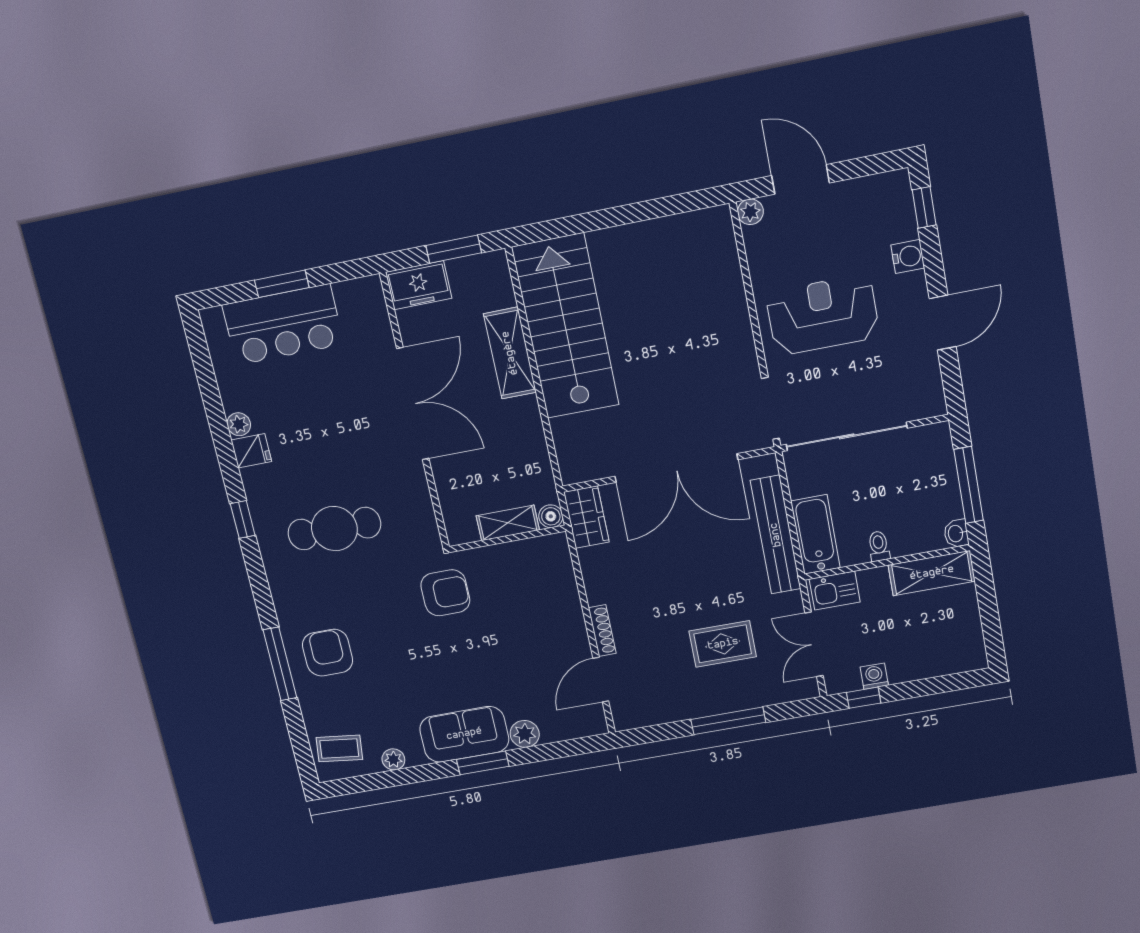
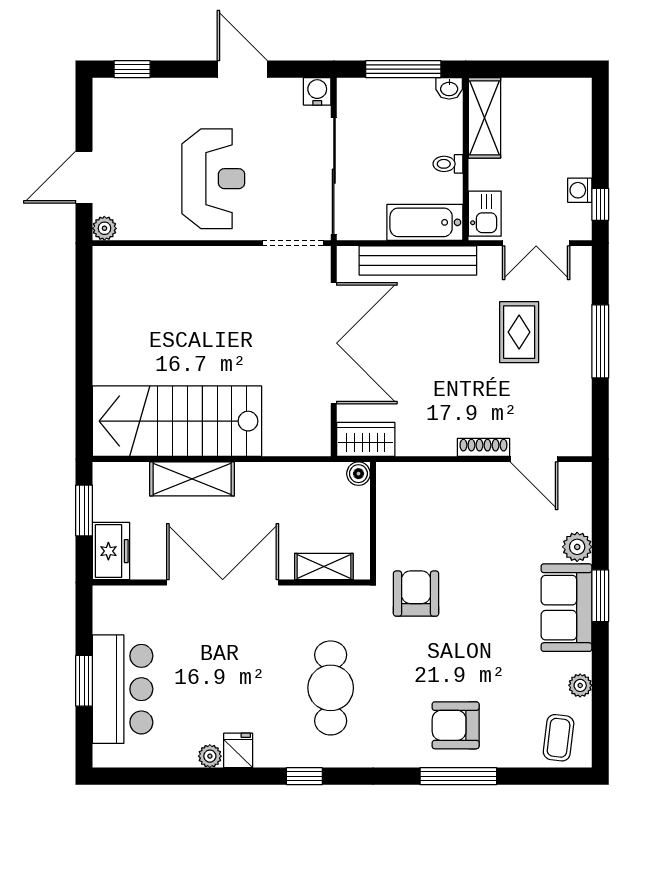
water cooler: (908, 256) -> (317, 91), moved
reception desk: (823, 315) -> (213, 179), turned 180
shelving: (508, 523) -> (324, 567), moved, turned 90

